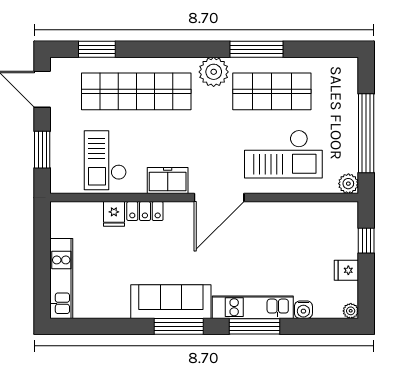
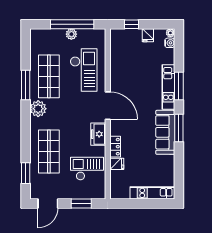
shop shelf: (136, 91) -> (49, 151), width x0.71
checkout: (105, 160) -> (87, 169), turned 180
plant: (348, 184) -> (71, 34), moved
water cooler: (303, 310) -> (170, 43), moved

